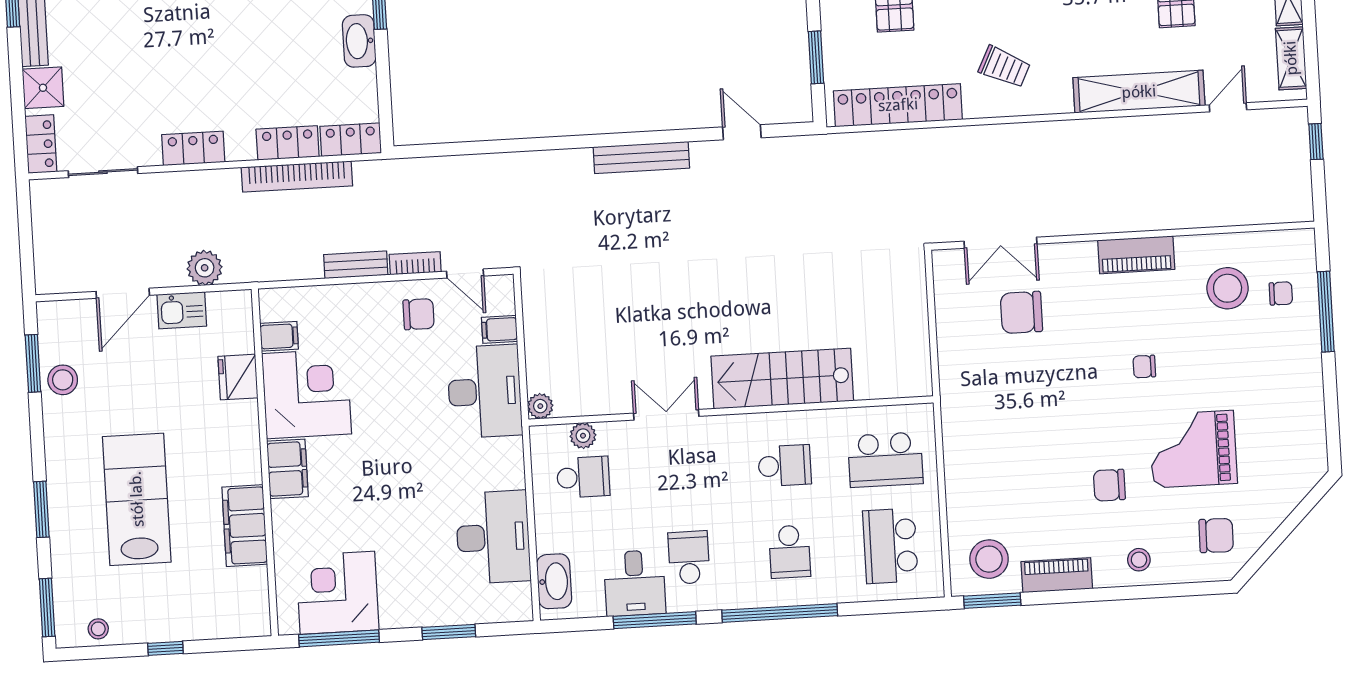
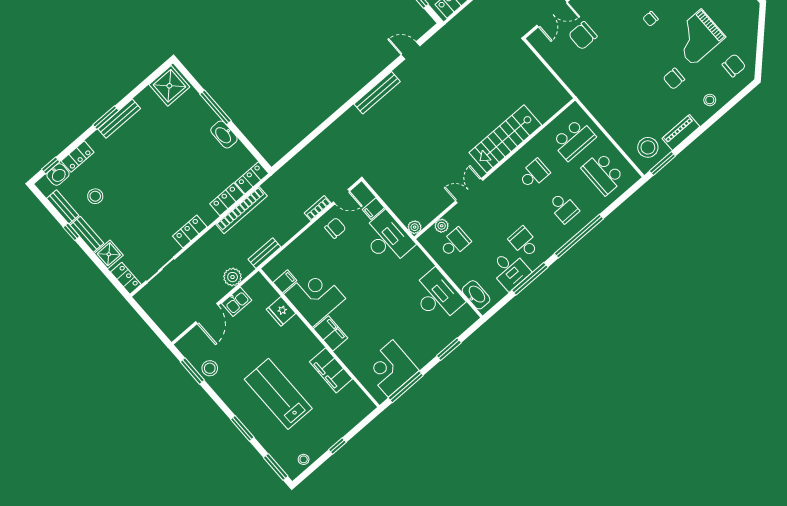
bench: (356, 265) -> (264, 253), moved

